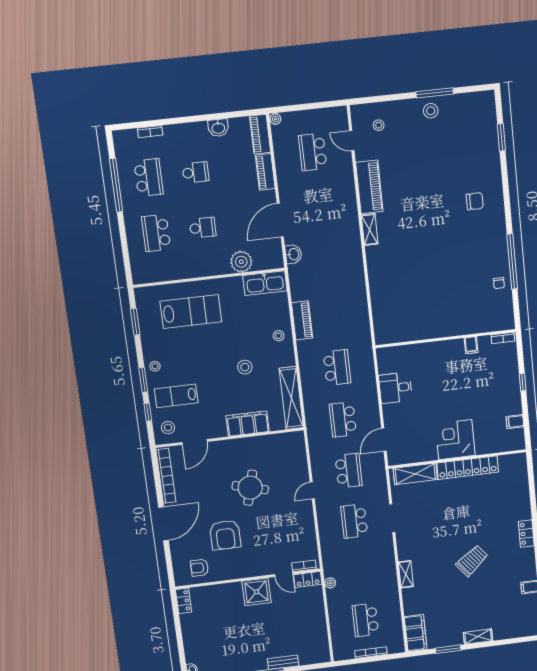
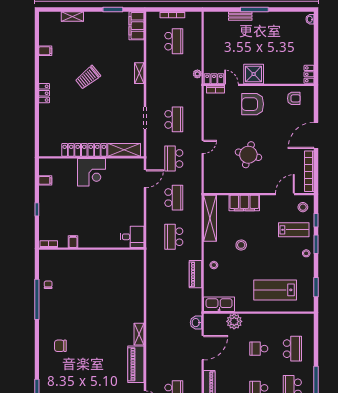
desk: (395, 388) -> (132, 237), moved
armchair: (225, 535) -> (253, 104), moved, turned -90
shelving: (478, 637) -> (72, 16), moved

